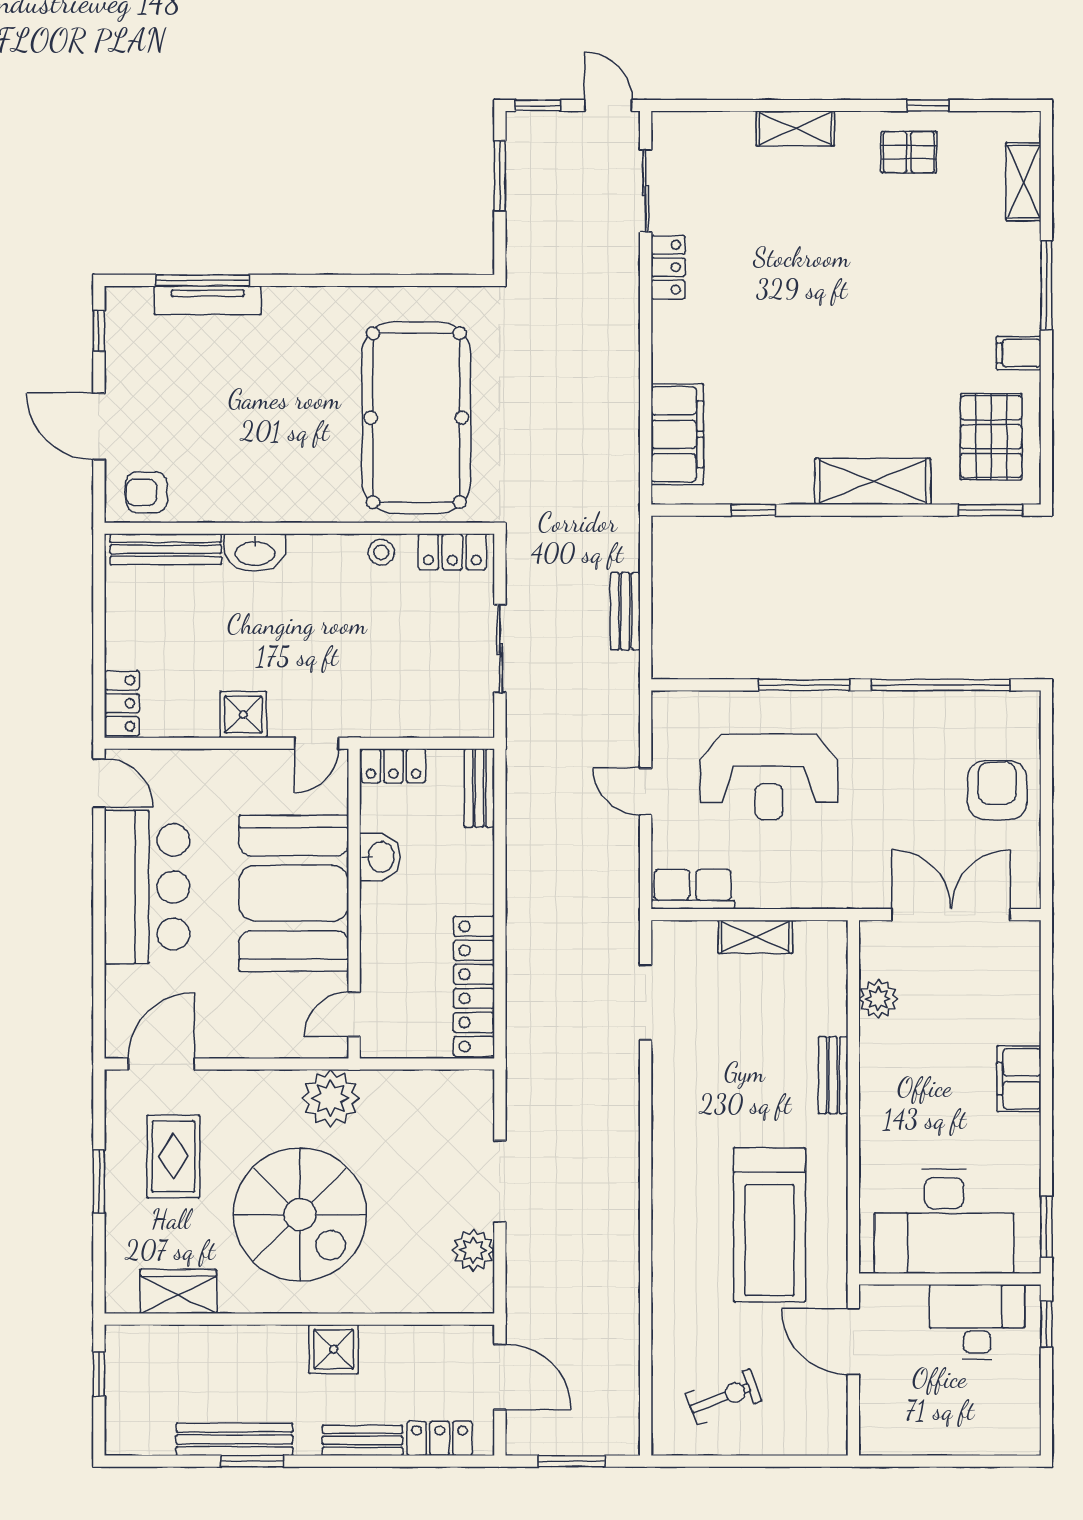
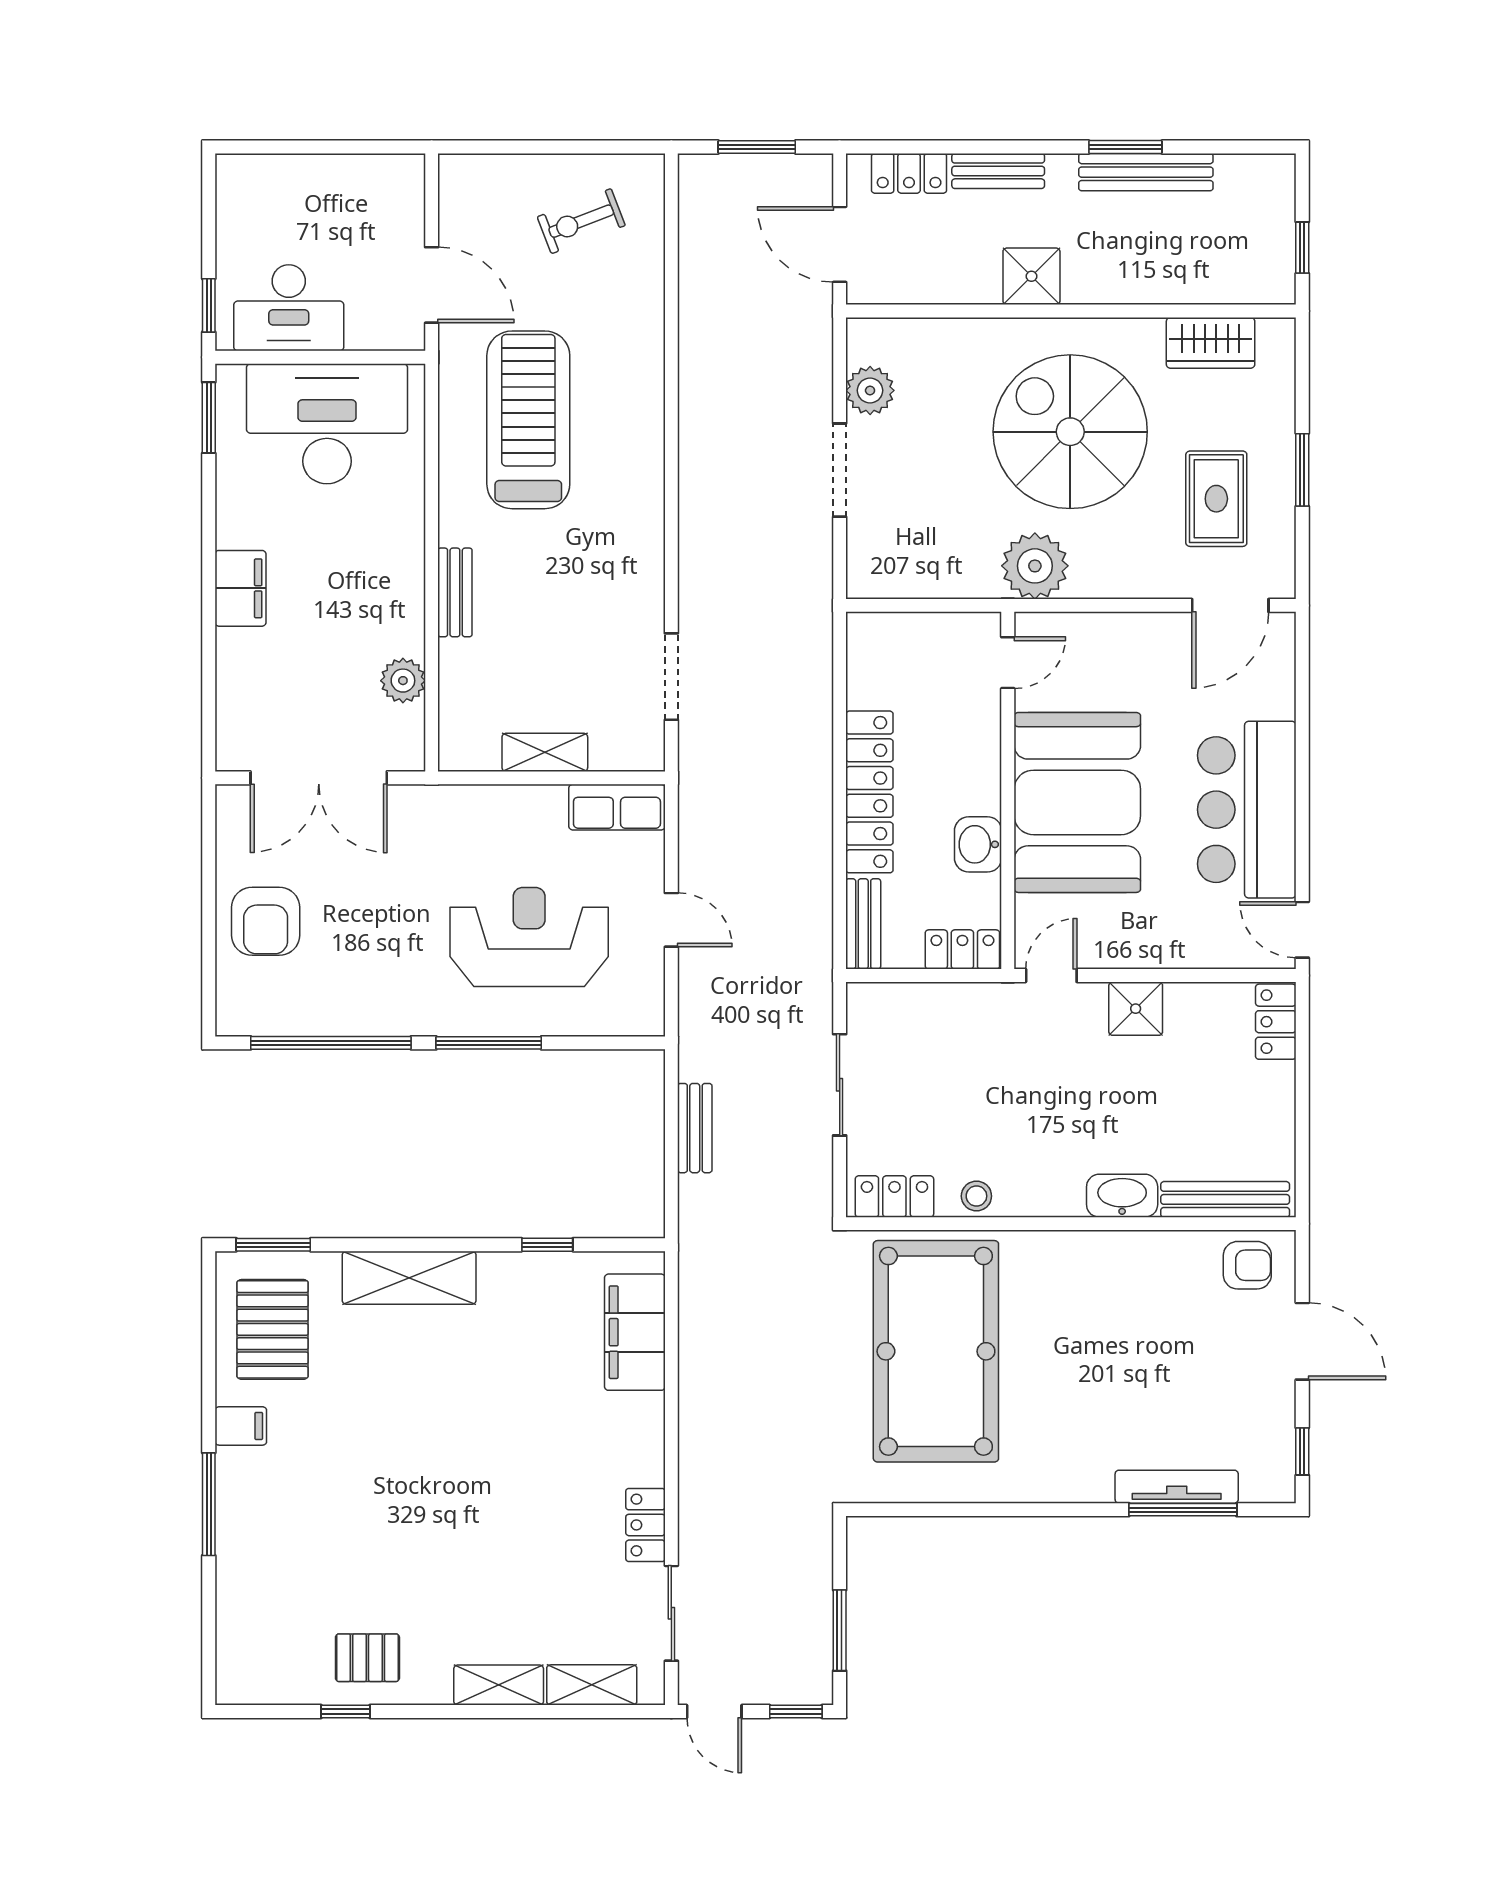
shelving: (1023, 182) -> (592, 1685), moved, turned 90
locker: (474, 986) -> (869, 792), moved

